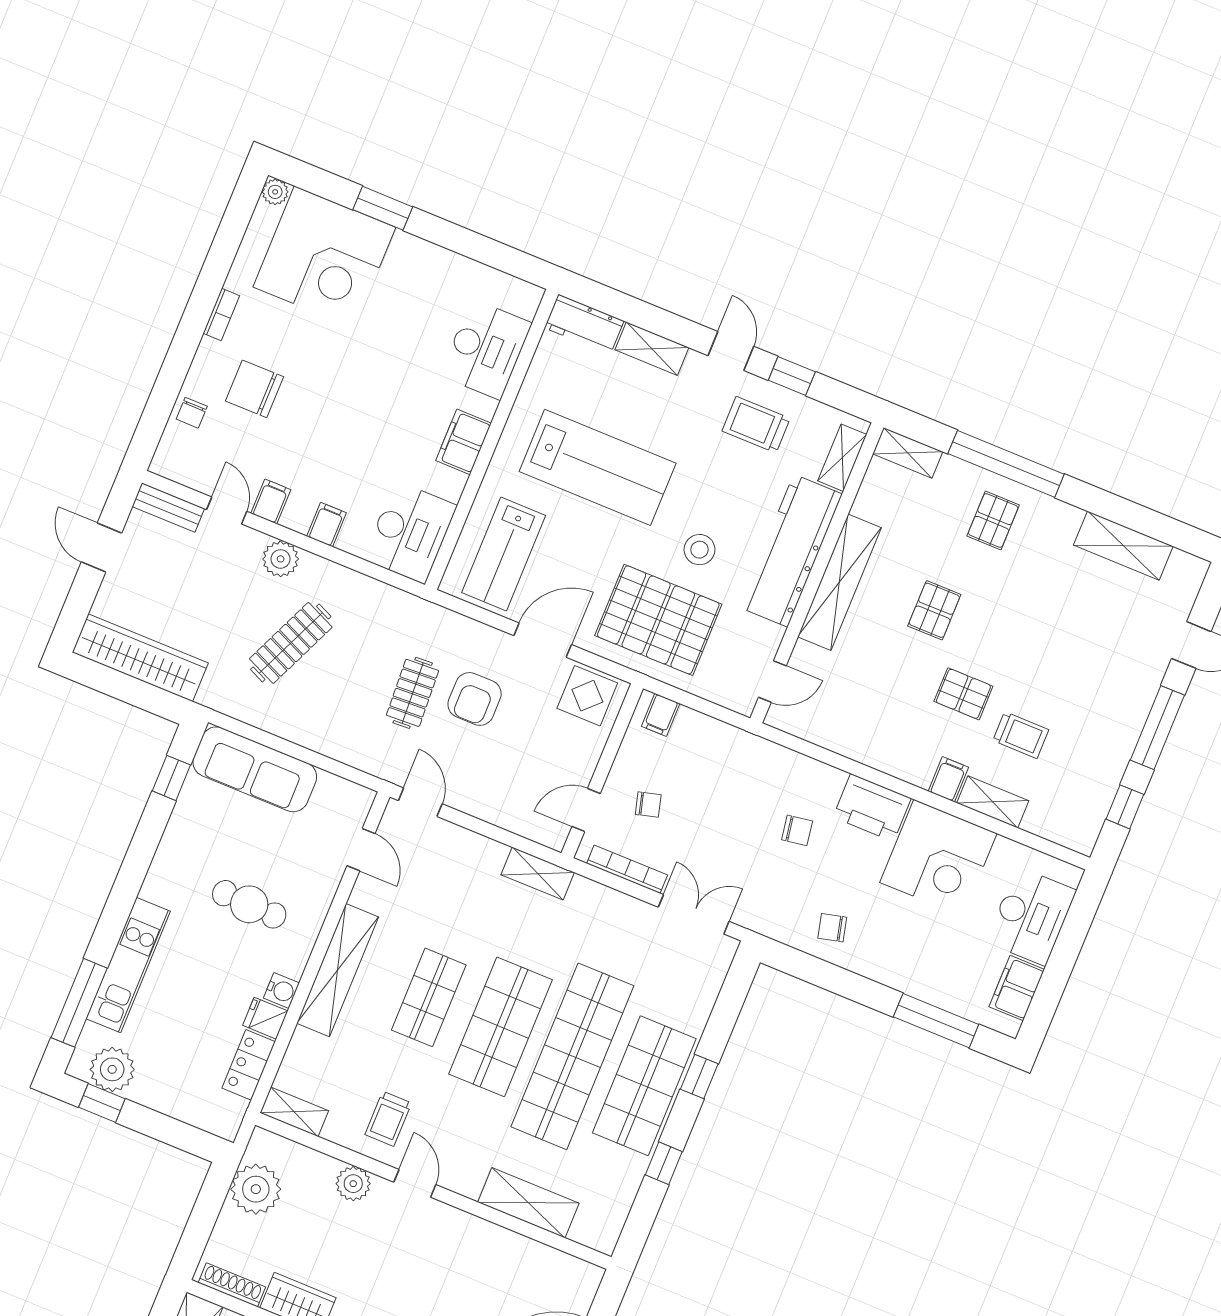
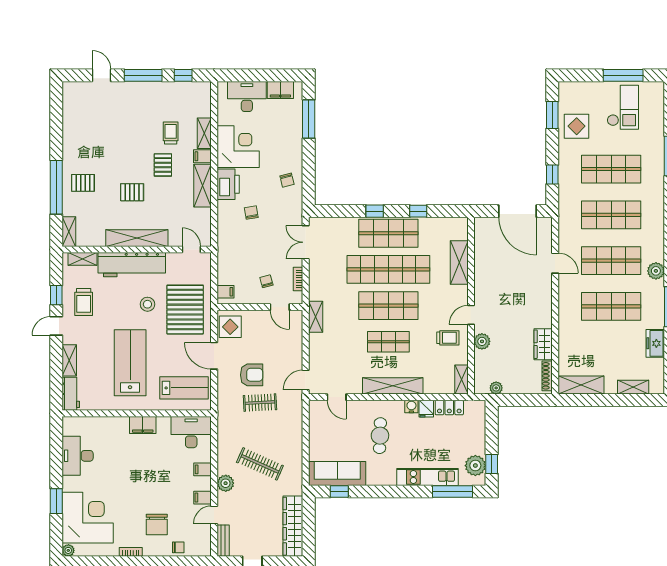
desk: (486, 349) -> (78, 456), moved, turned -90
shelving: (1123, 546) -> (203, 186), moved
sofa: (255, 769) -> (337, 474), moved, turned -90
door: (361, 850) -> (337, 397), swing flipped
bookcase: (627, 869) -> (298, 279), width x0.64
plant: (256, 1189) -> (496, 388), width x0.53, depth x0.53

